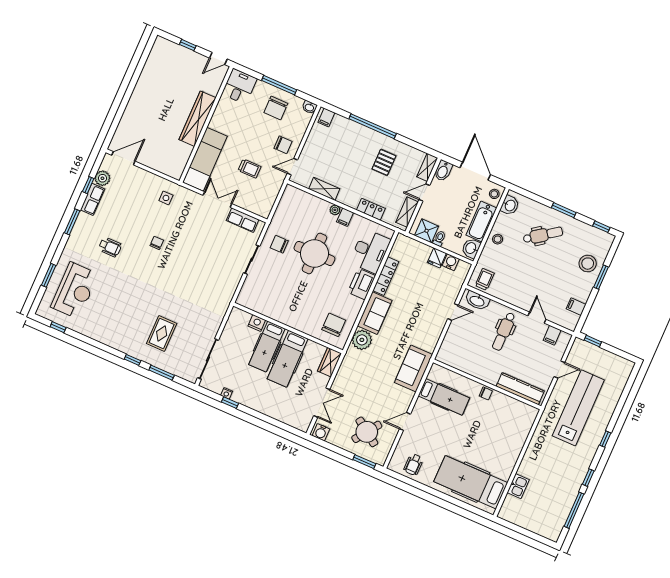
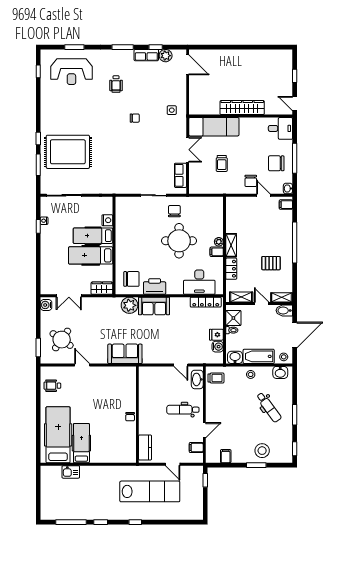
door: (292, 167) -> (263, 195), moved
shelving: (324, 189) -> (231, 245), moved
locker: (386, 276) -> (206, 302), moved
printer: (362, 284) -> (155, 286), moved
rug: (162, 333) -> (68, 152), width x1.86, depth x2.06
kitchen counter: (520, 389) -> (145, 447), width x0.67
hospital bed: (444, 397) -> (81, 443), moved, turned 180

